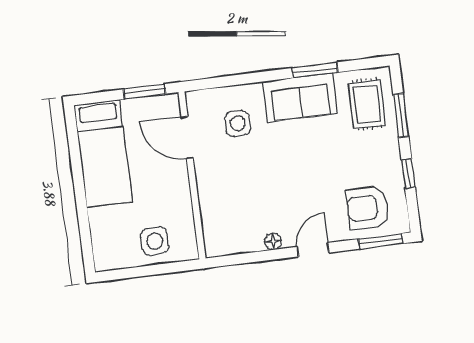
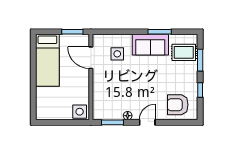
rug: (367, 104) -> (184, 52), turned 90
side table: (155, 241) -> (80, 112), moved
window: (380, 241) -> (112, 122), moved

